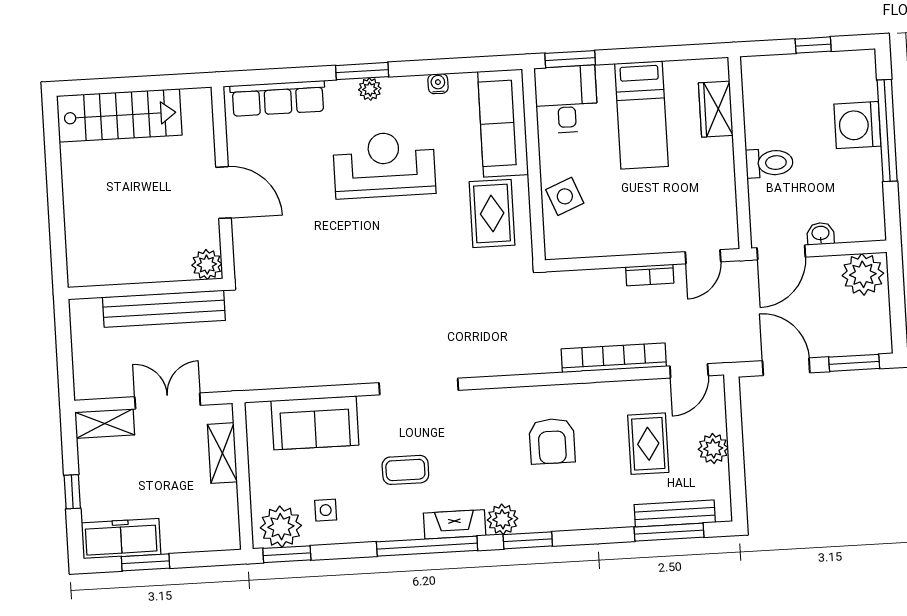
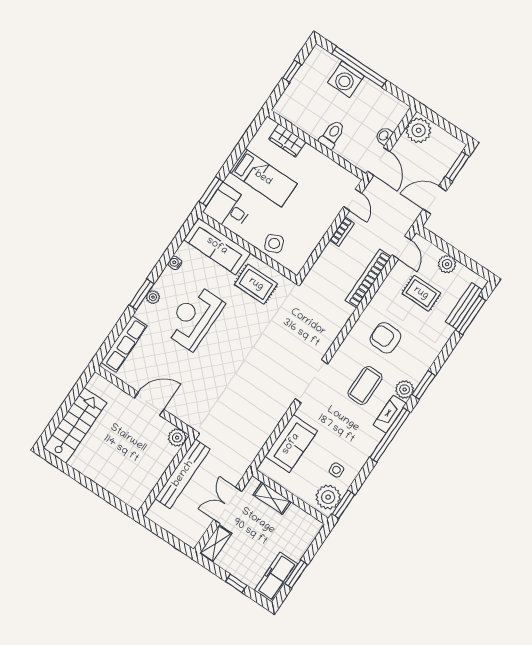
armchair: (552, 441) -> (385, 338), turned 180
coffee table: (405, 470) -> (365, 386), moved, width x1.36, depth x1.30

